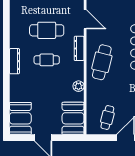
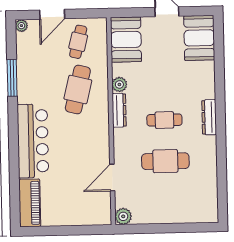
door: (85, 19) -> (112, 178), hinge flipped
dresser: (79, 48) -> (119, 110), moved
cafe table: (102, 62) -> (78, 90), moved

